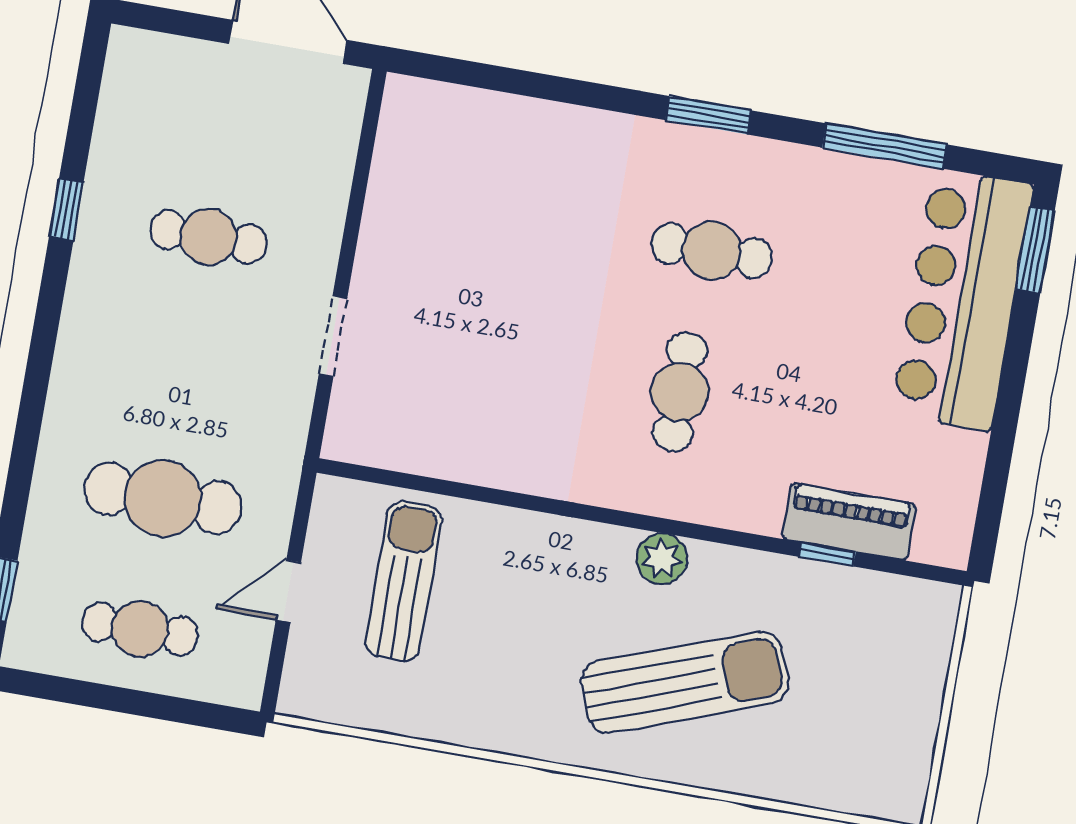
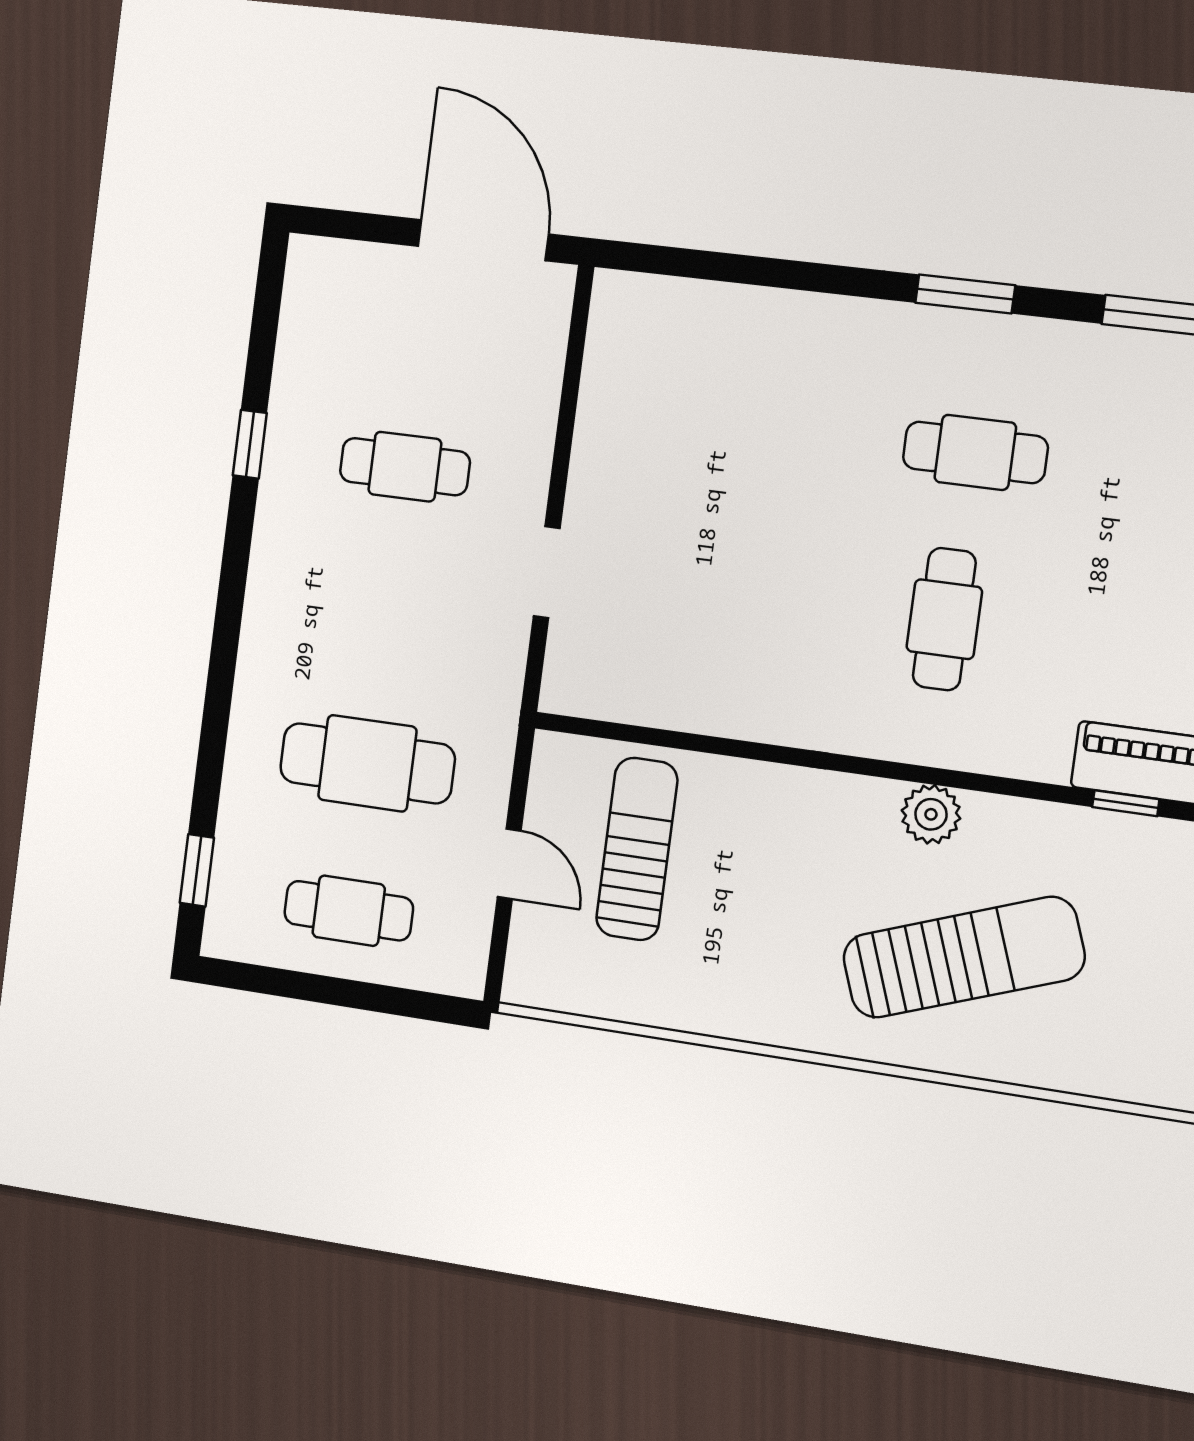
door: (288, 591) -> (509, 864), swing flipped

